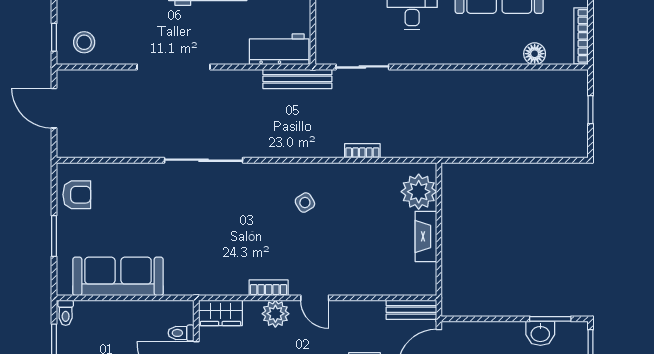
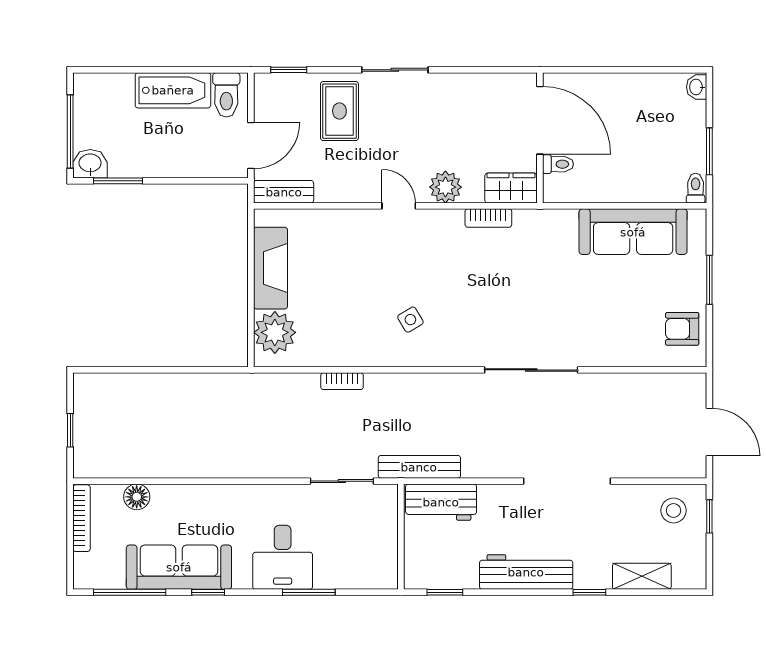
fireplace: (426, 236) -> (270, 268), width x1.37, depth x1.32
bookcase: (269, 288) -> (488, 218), moved
washbasin: (540, 333) -> (90, 164), moved

